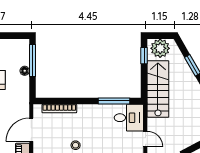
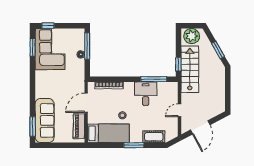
window: (144, 56) -> (178, 64), moved
desk: (129, 118) -> (146, 94), moved, turned -90
door: (145, 139) -> (179, 110), swing flipped

